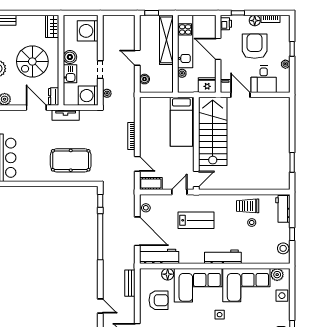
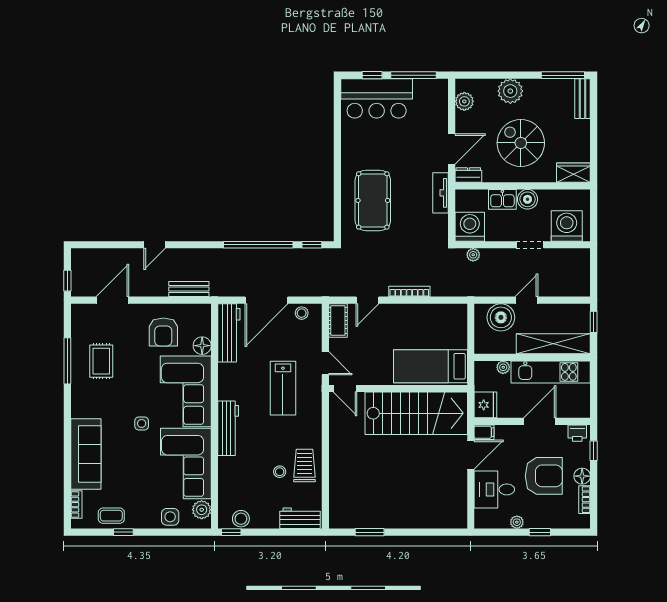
doorway: (100, 70) -> (530, 245), moved
boiler: (144, 79) -> (501, 317), width x1.86, depth x1.86
window: (292, 234) -> (231, 532), moved

